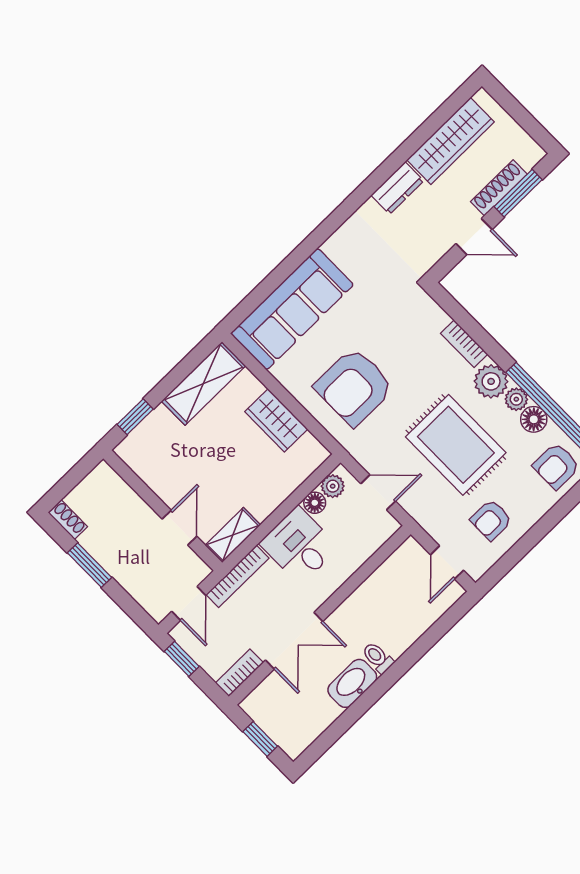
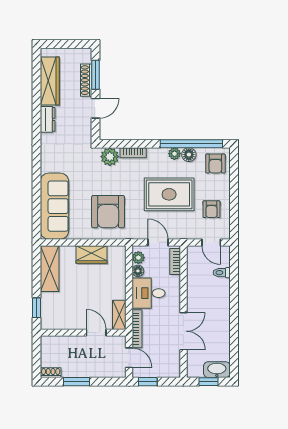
plant: (491, 381) -> (110, 157), moved
door: (378, 492) -> (158, 242), hinge flipped
toilet: (378, 658) -> (222, 273), moved
bookcase: (239, 673) -> (175, 261), moved
washbasin: (352, 683) -> (217, 370), moved, turned 90

